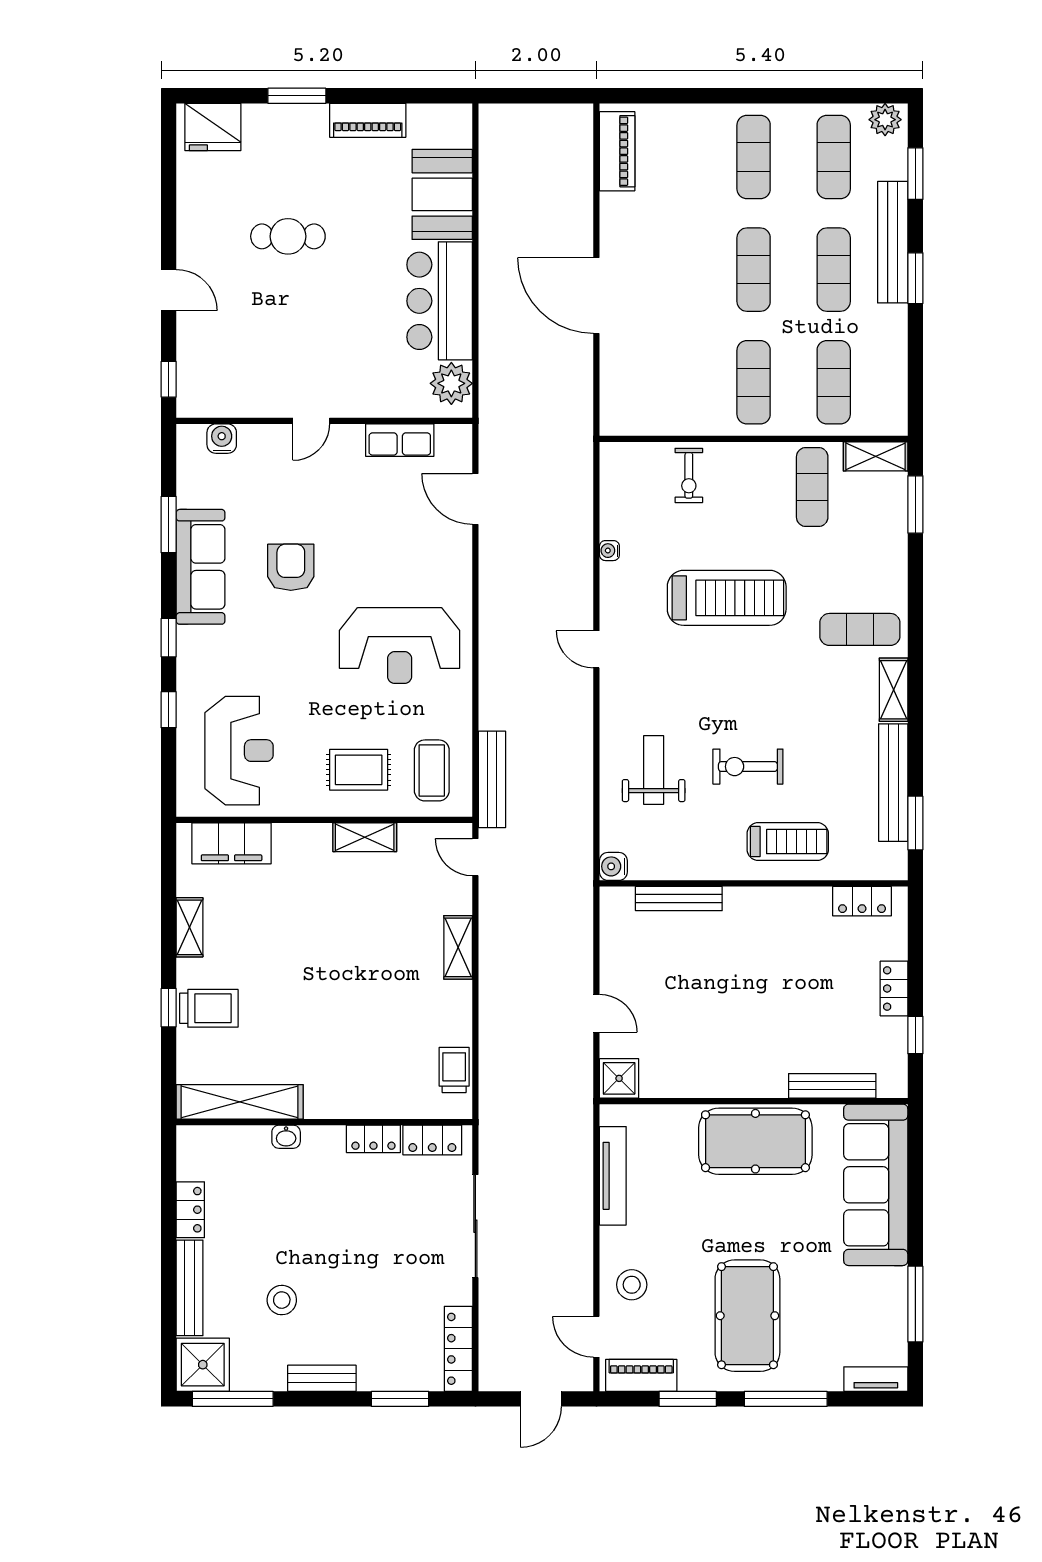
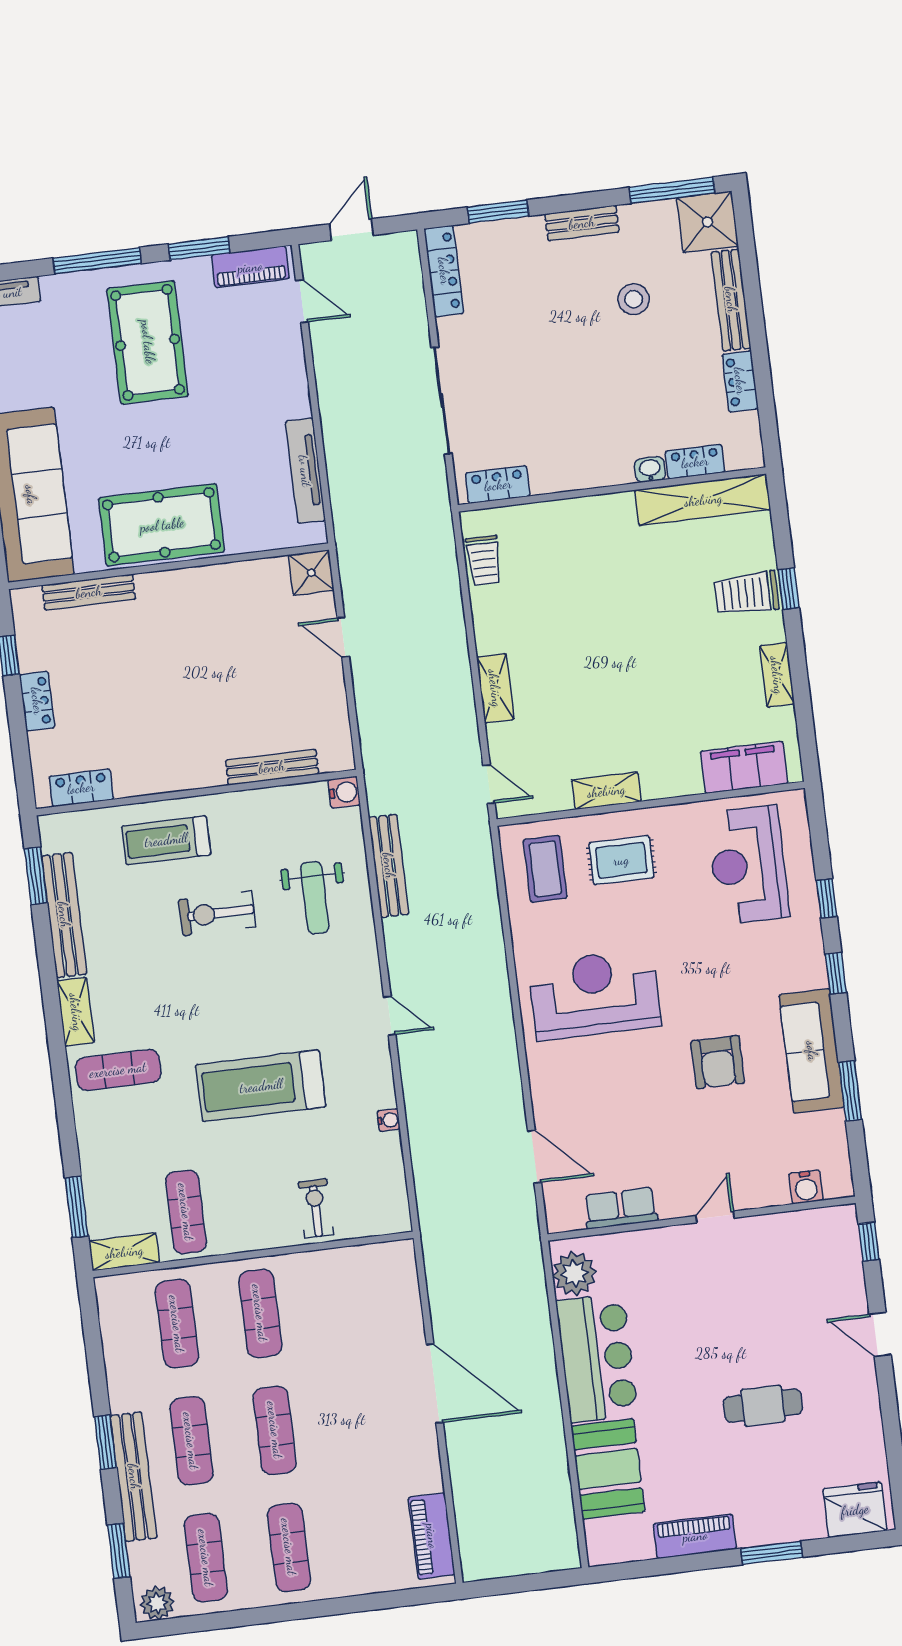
exercise bike: (748, 767) -> (217, 913), turned 180
bench: (492, 779) -> (389, 866), moved
locker: (373, 1139) -> (695, 462), moved
stool: (632, 1285) -> (272, 360), removed

